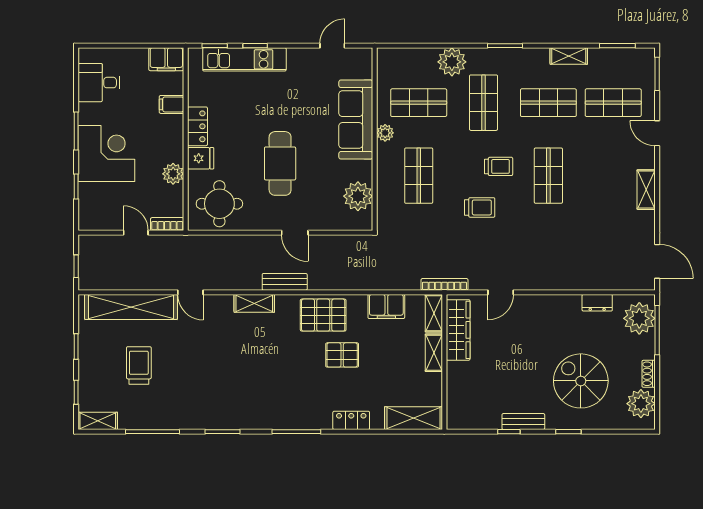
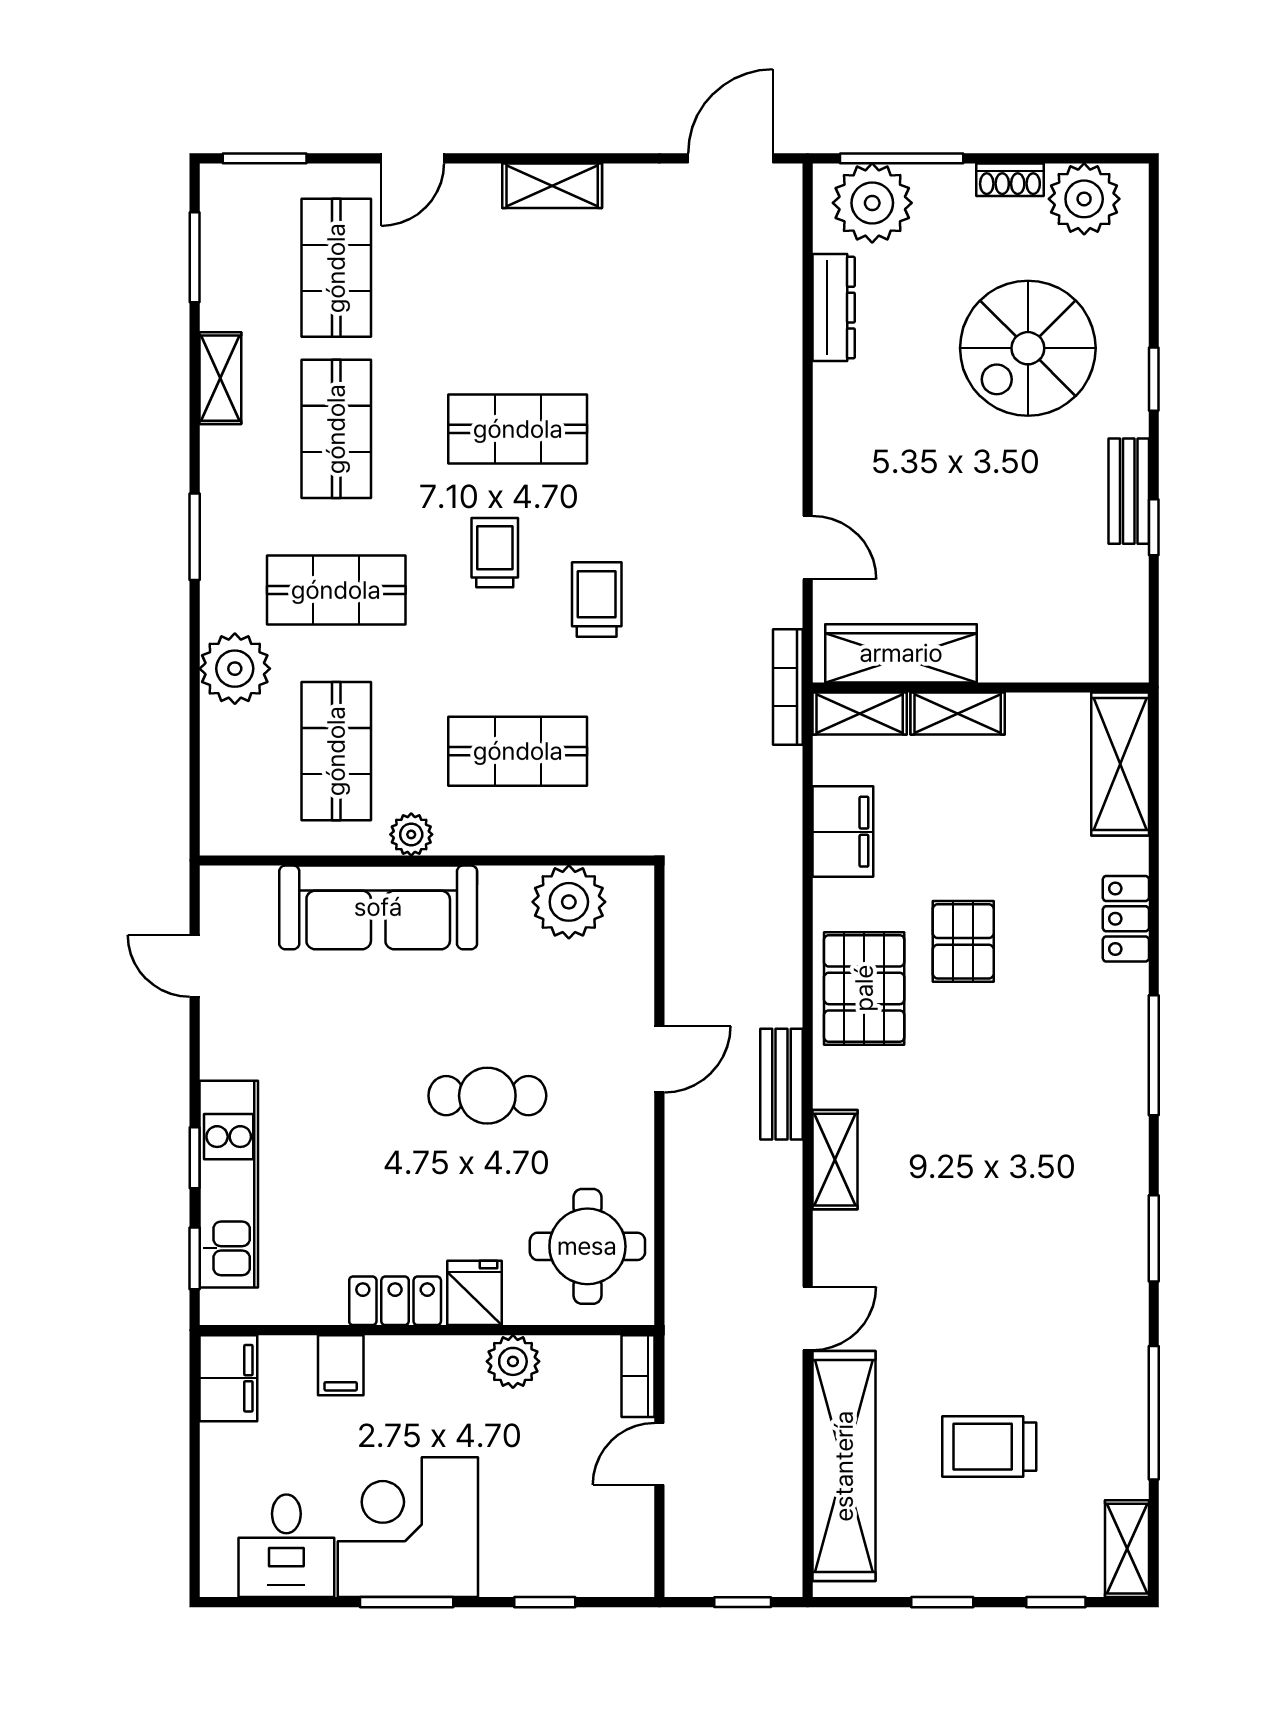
corner desk: (106, 154) -> (408, 1527), moved
cafe table: (280, 163) -> (487, 1096), width x0.73, depth x0.74
dresser: (597, 303) -> (834, 308), width x1.44

